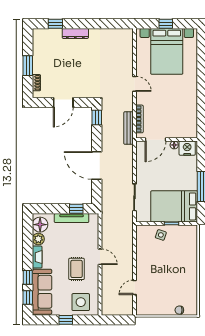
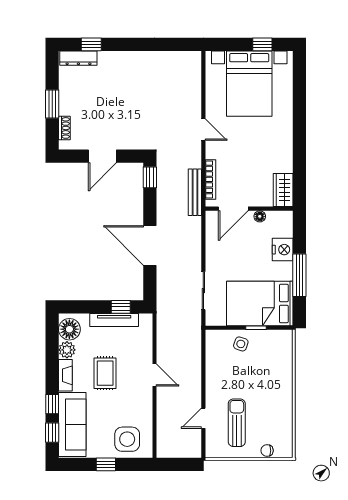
window: (166, 24) -> (262, 44), moved
dresser: (75, 33) -> (78, 58), moved
wardrobe: (191, 126) -> (283, 190), added
nightstand: (187, 148) -> (283, 250), moved, turned 90
rug: (77, 269) -> (105, 373), moved
sun lounger: (158, 290) -> (237, 423), added

